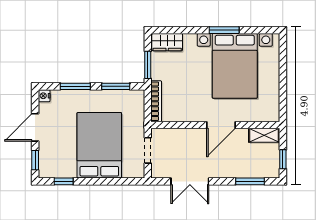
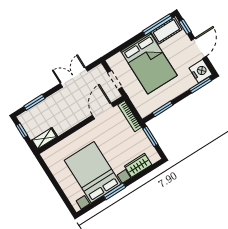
wardrobe: (167, 42) -> (138, 165), moved
window: (75, 86) -> (201, 85), moved
nightstand: (44, 96) -> (201, 71), width x1.89, depth x1.79
door: (221, 125) -> (103, 111), moved
cot: (58, 168) -> (166, 31), added
window: (64, 181) -> (157, 25), width x2.17

